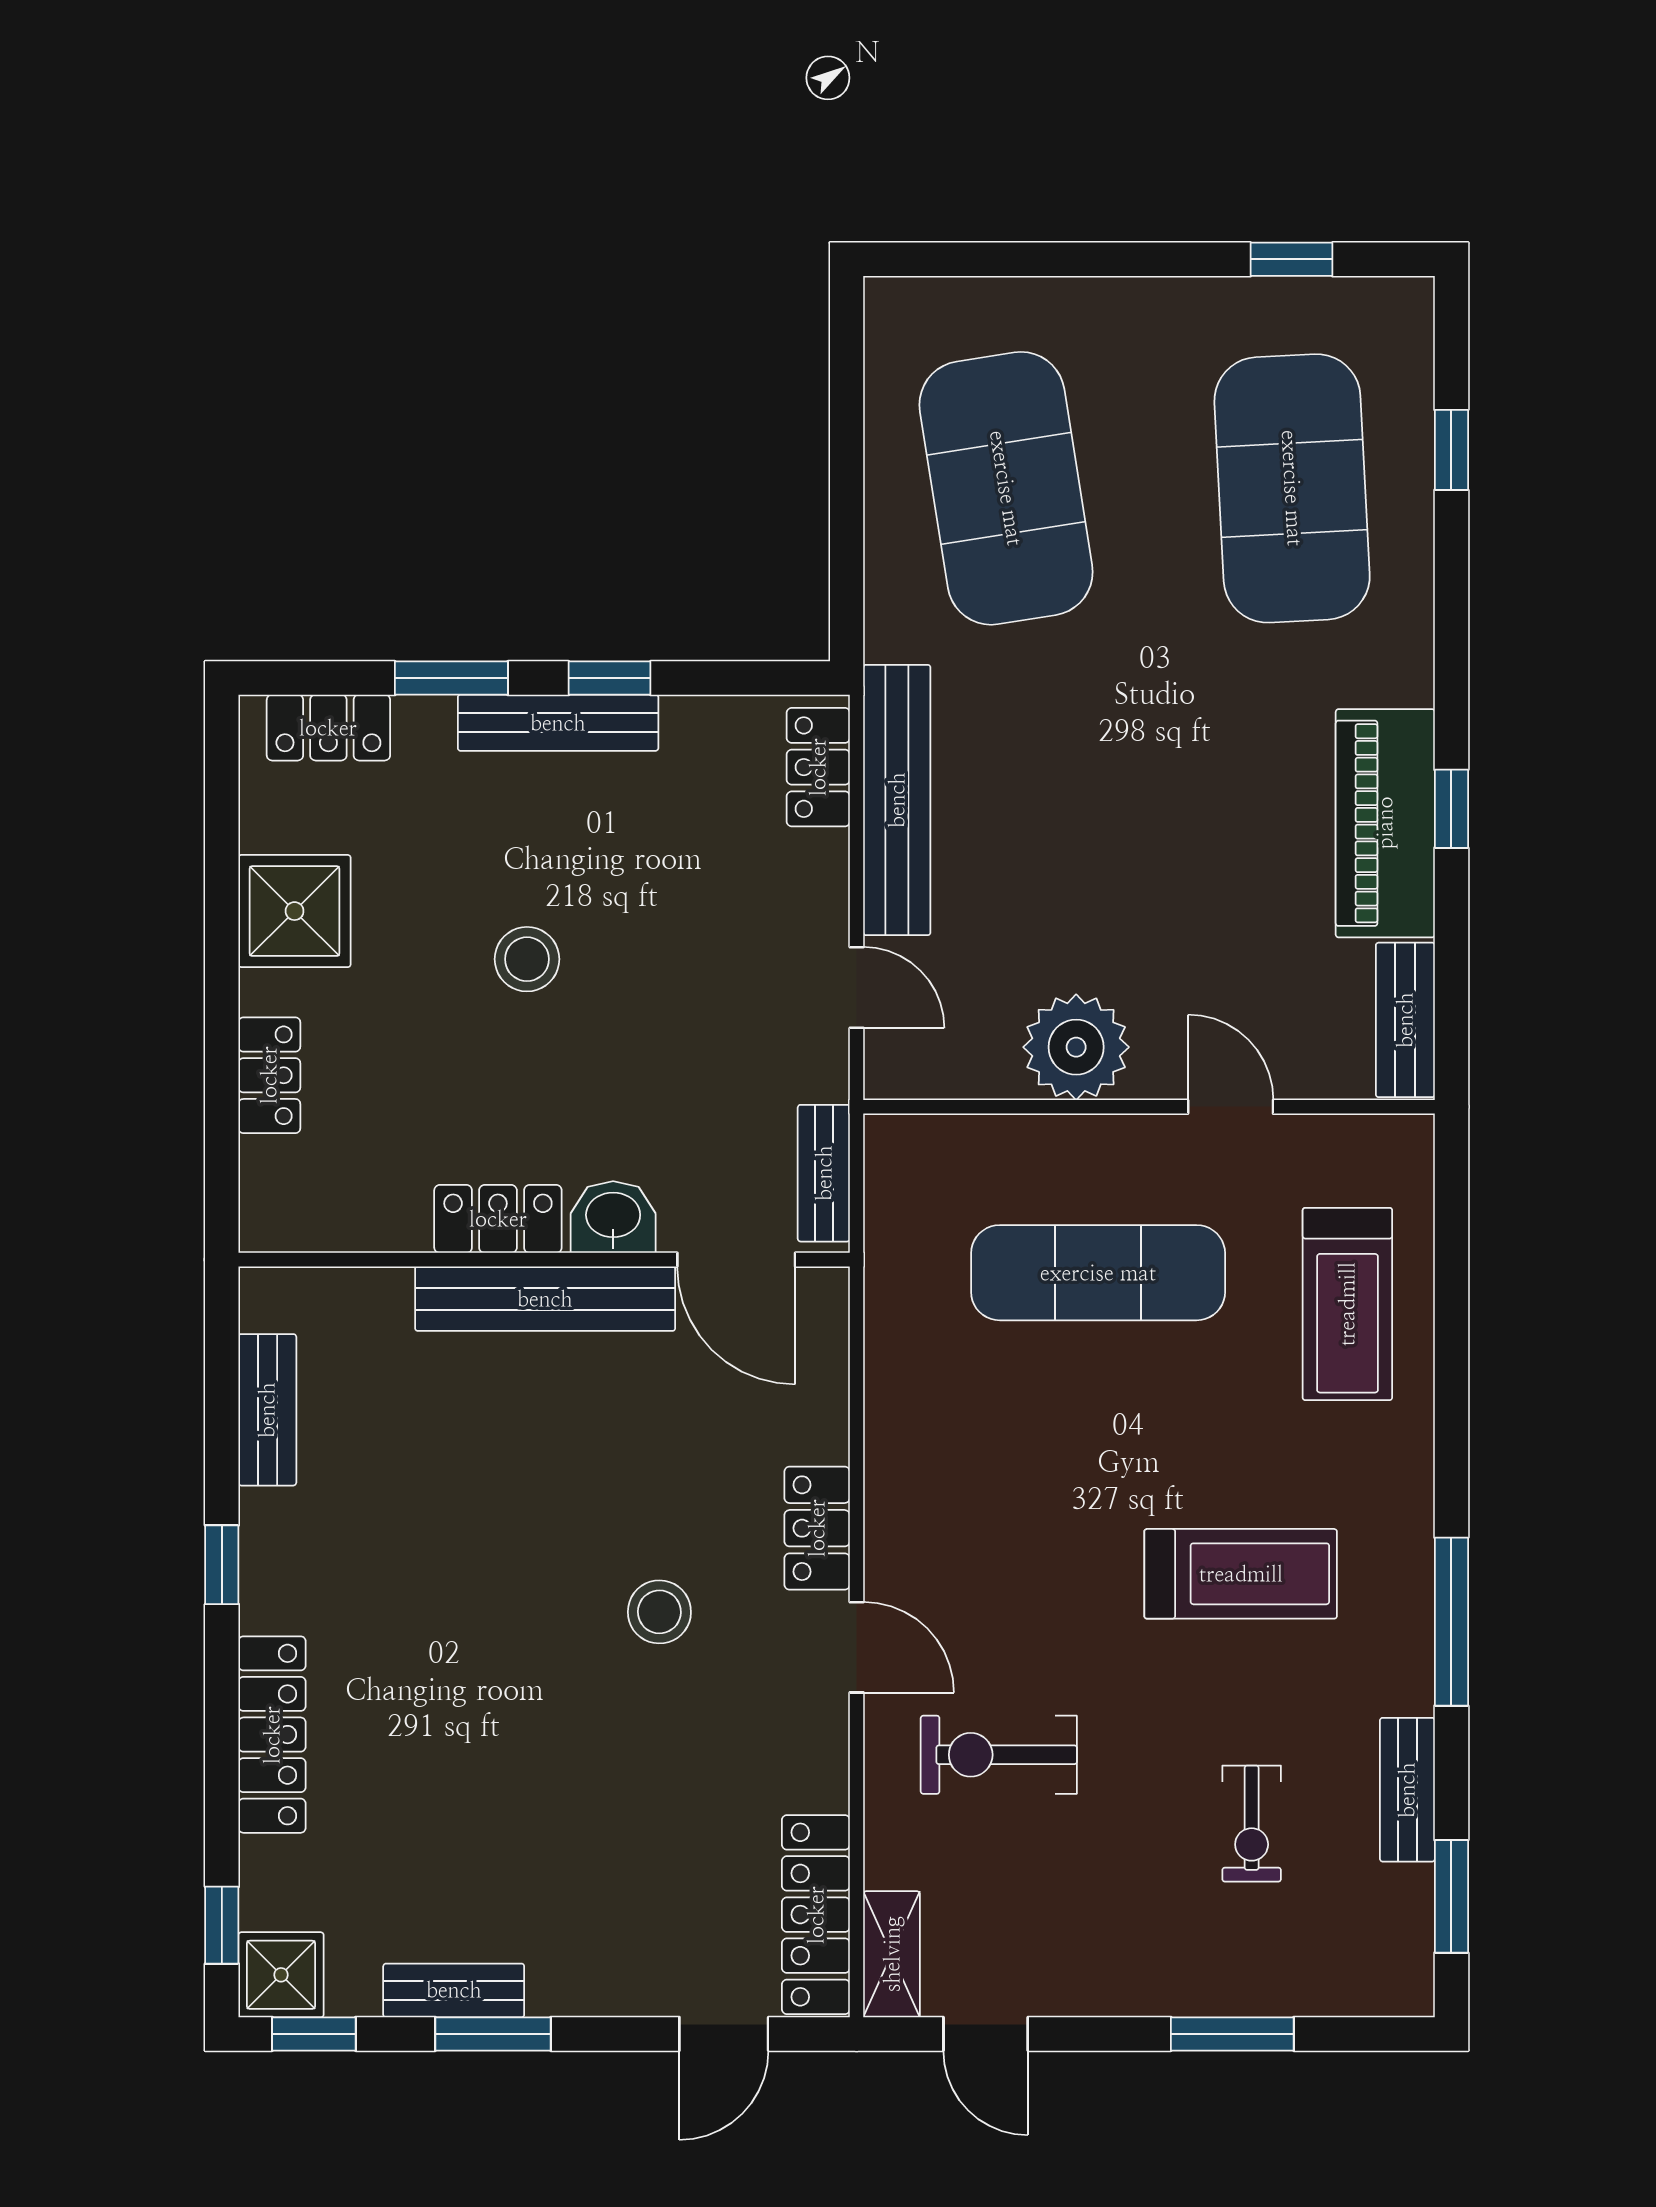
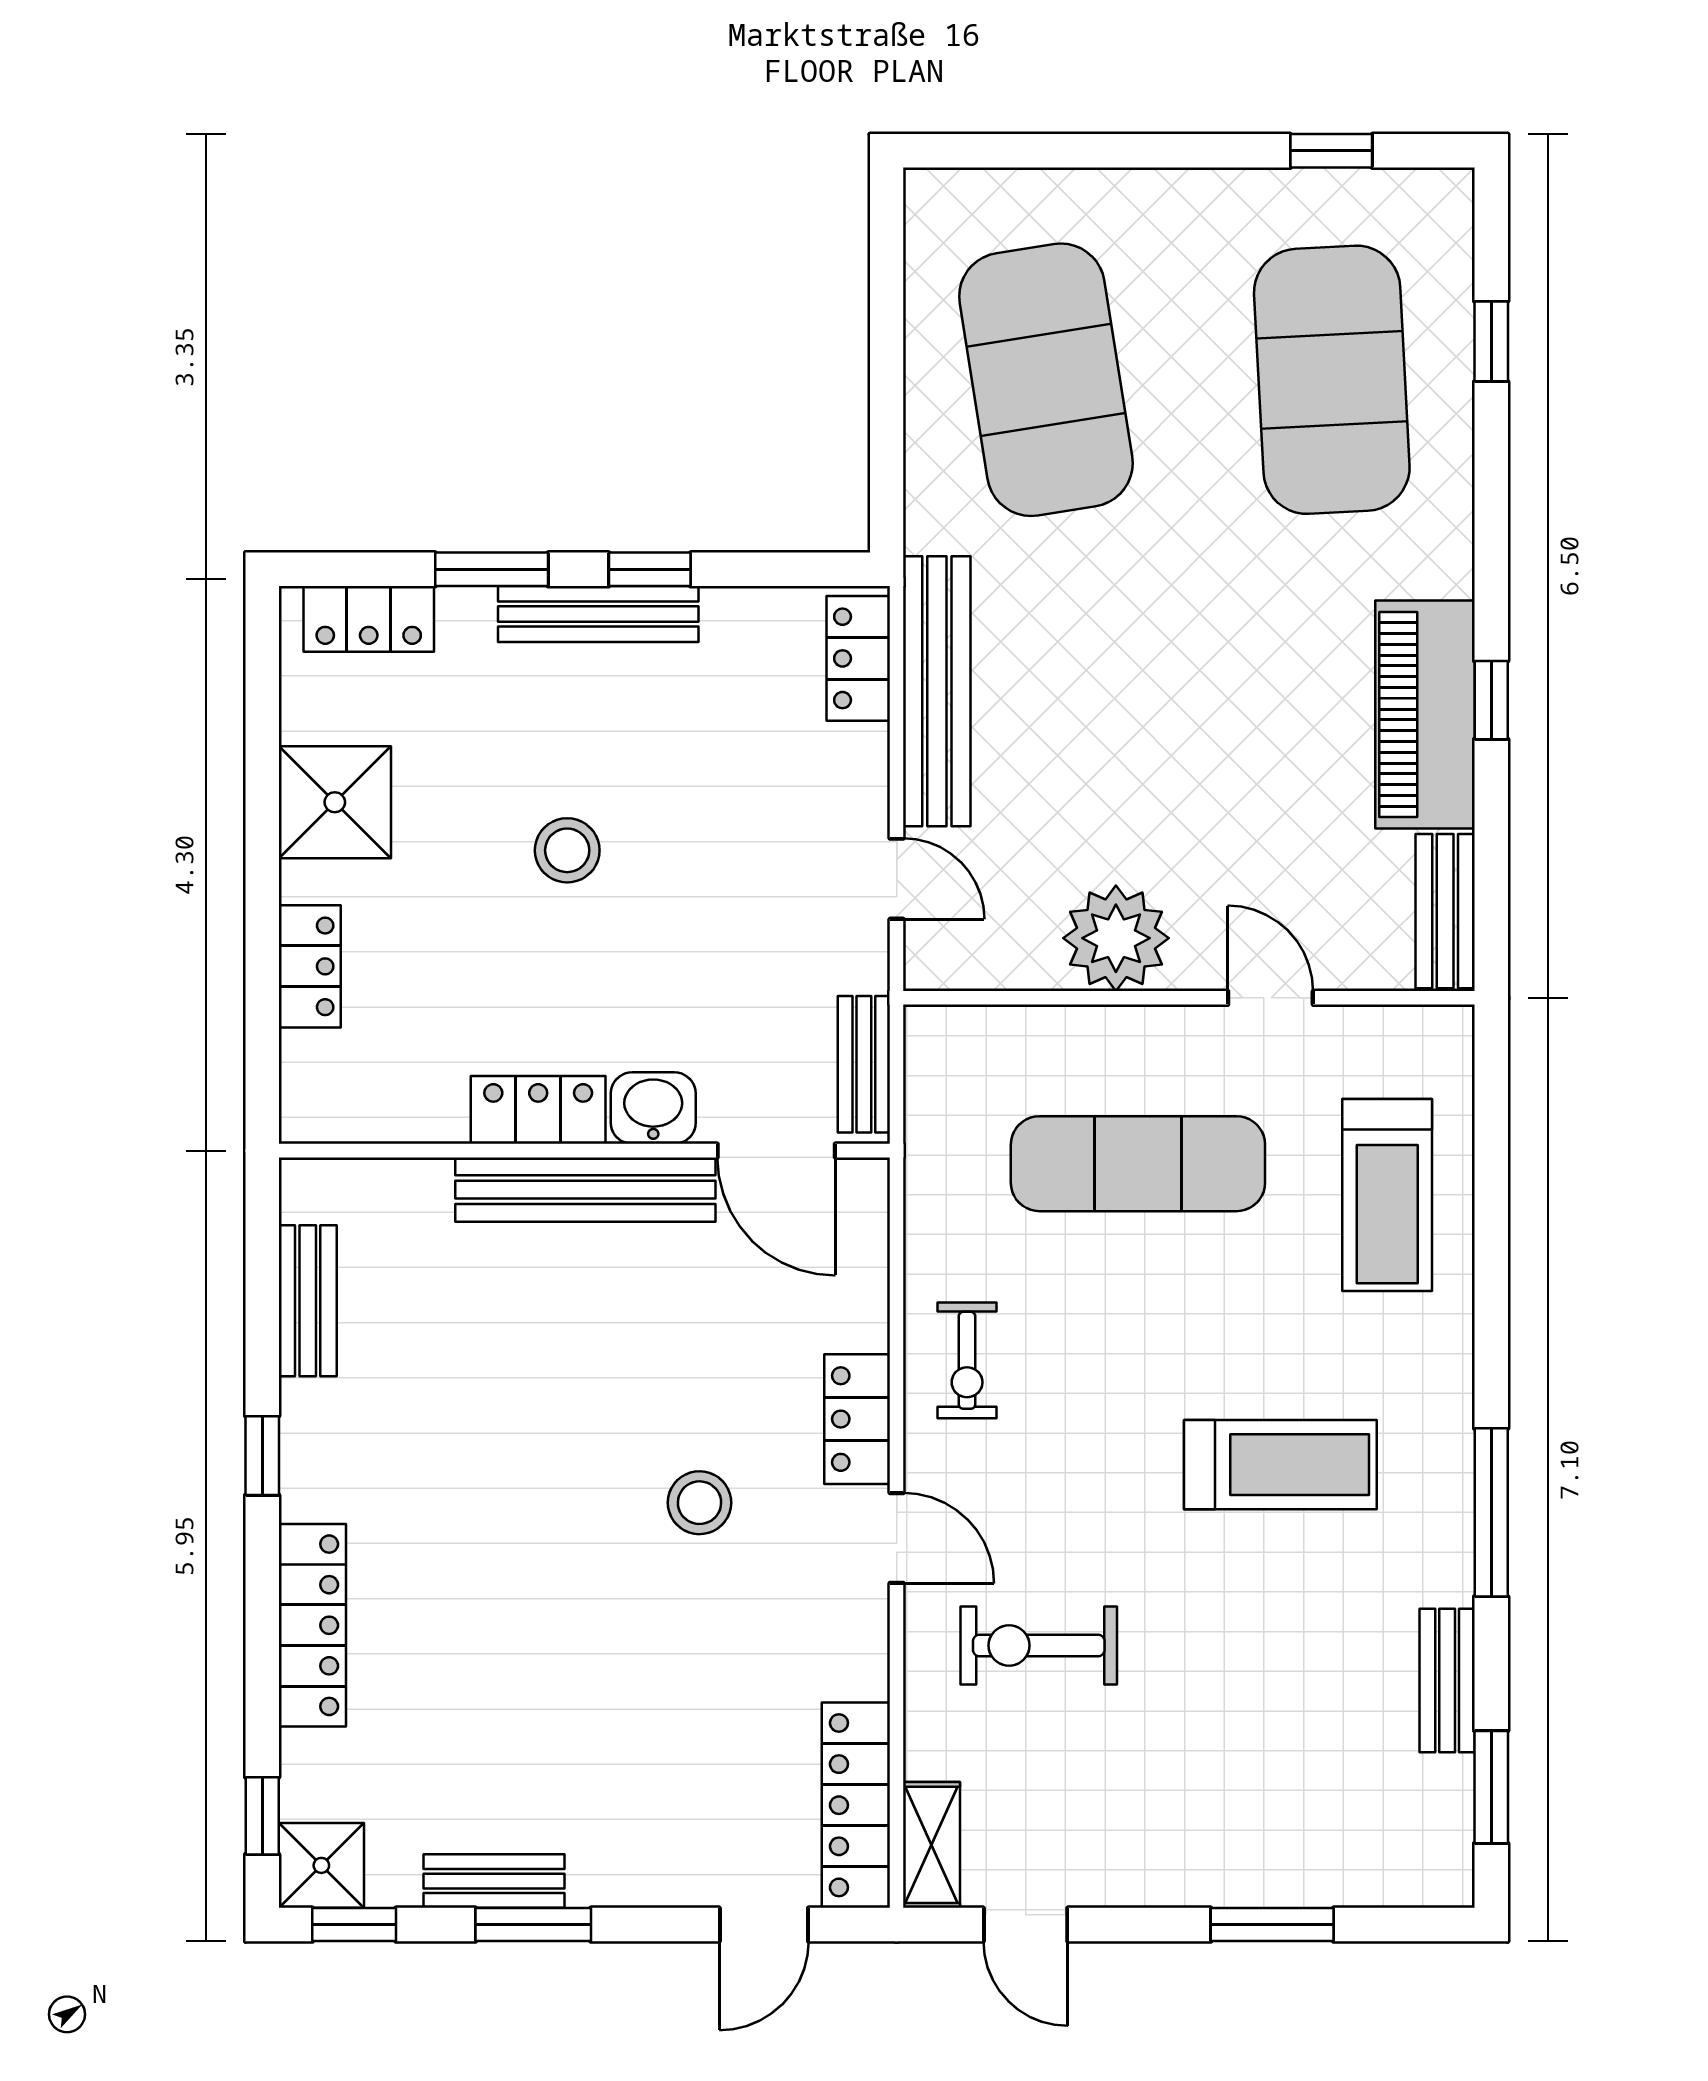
exercise bike: (1252, 1824) -> (967, 1360), moved

